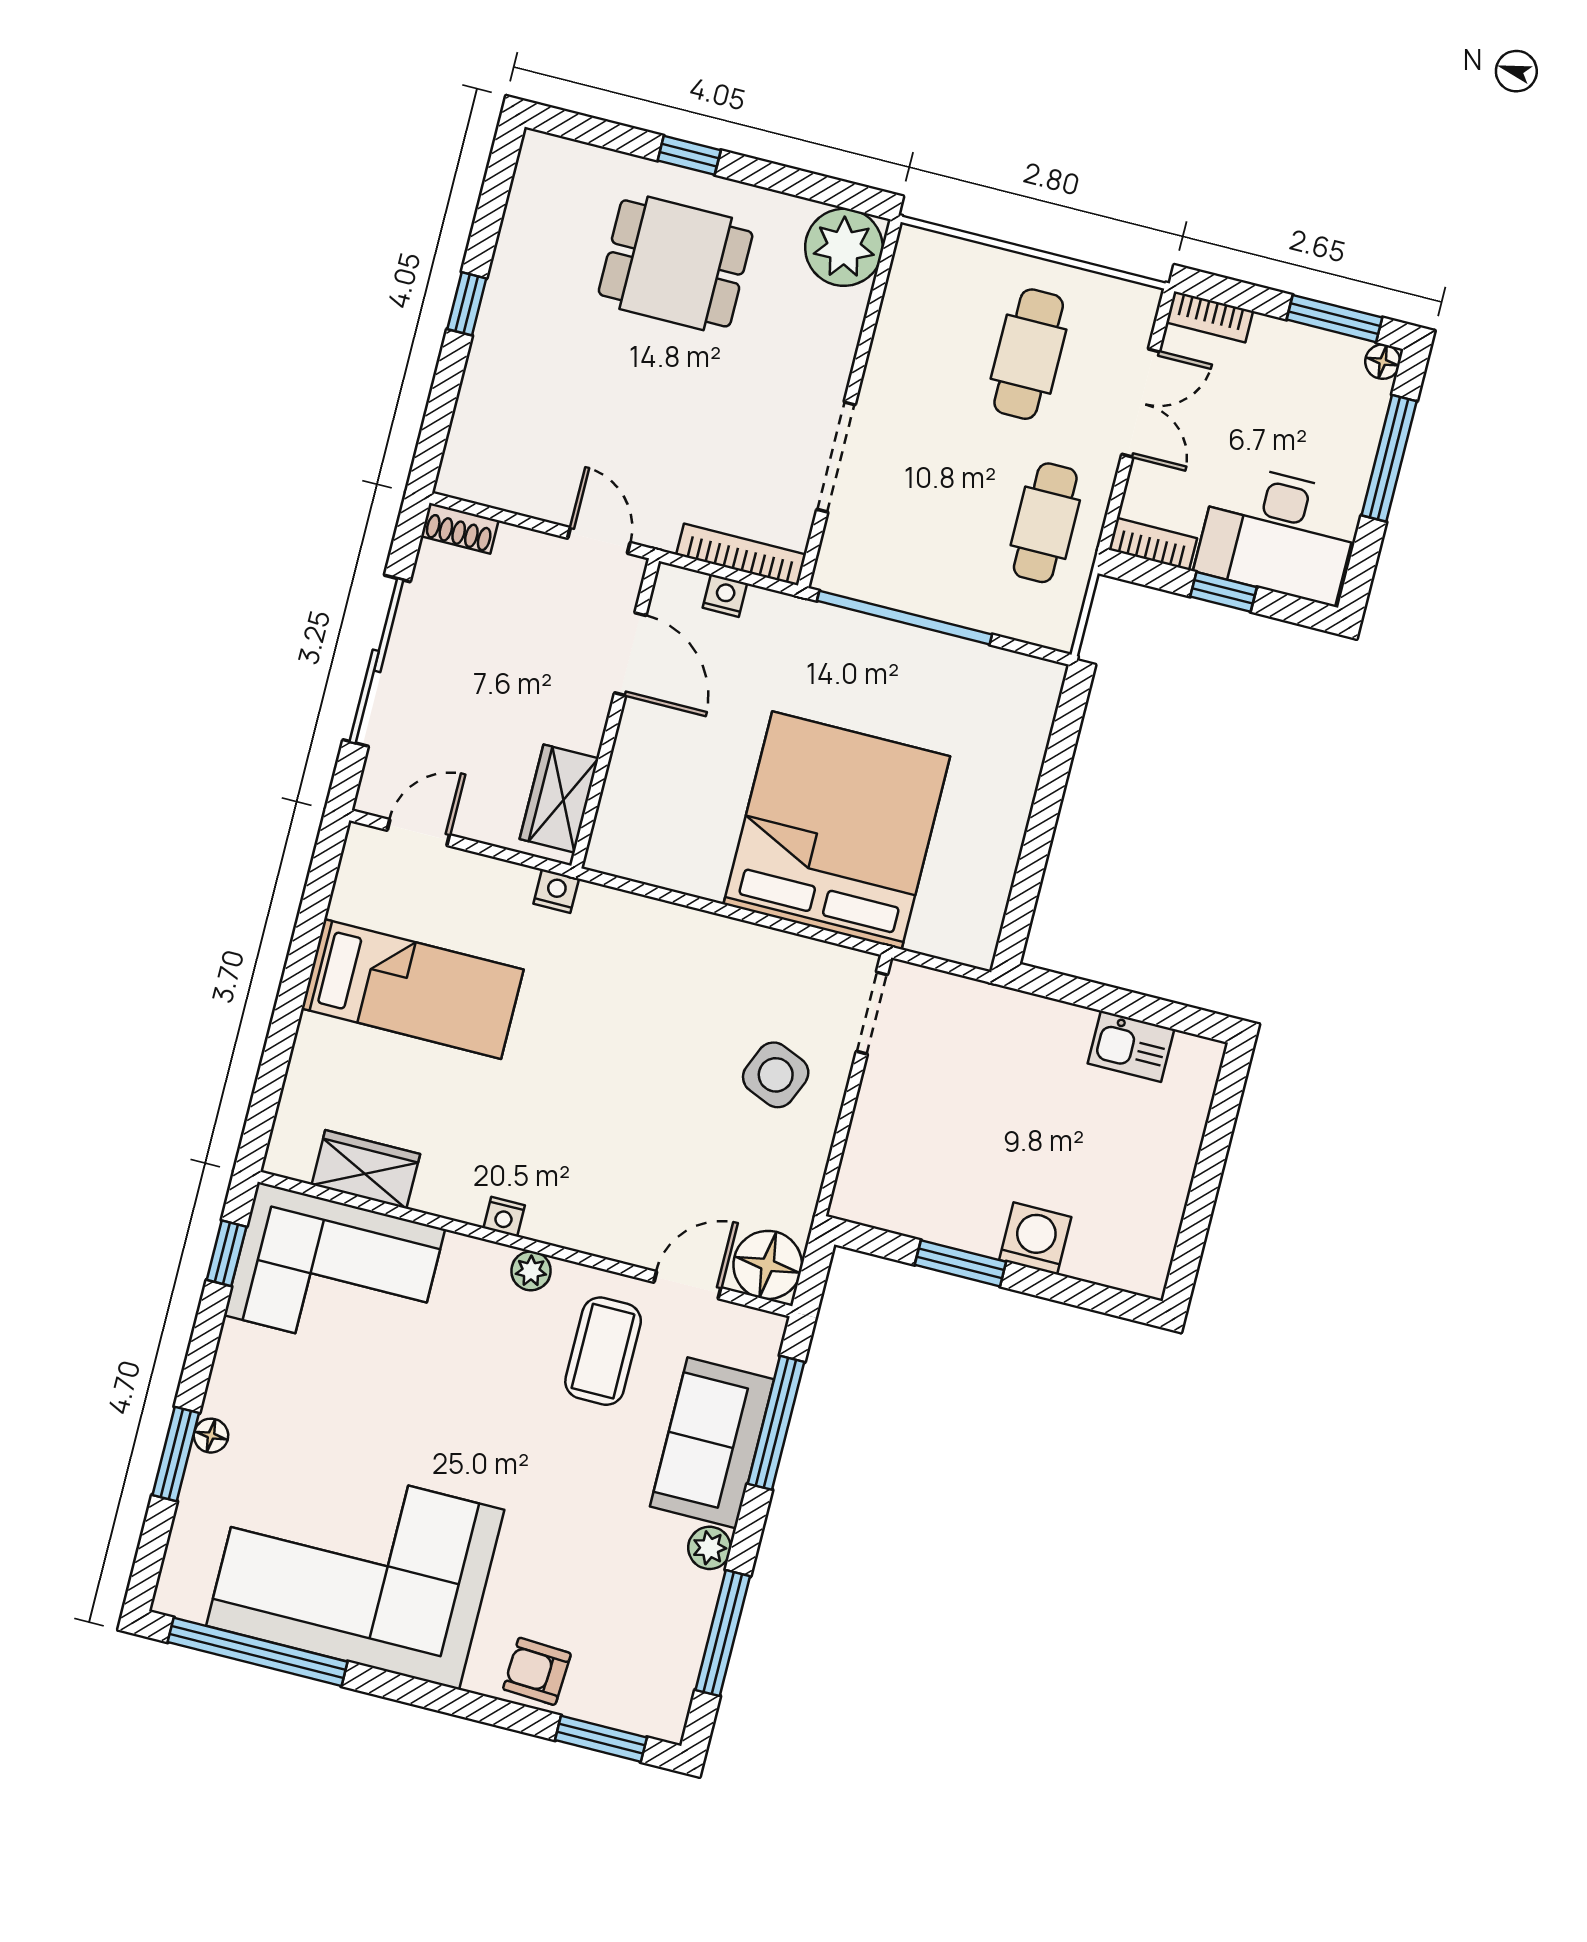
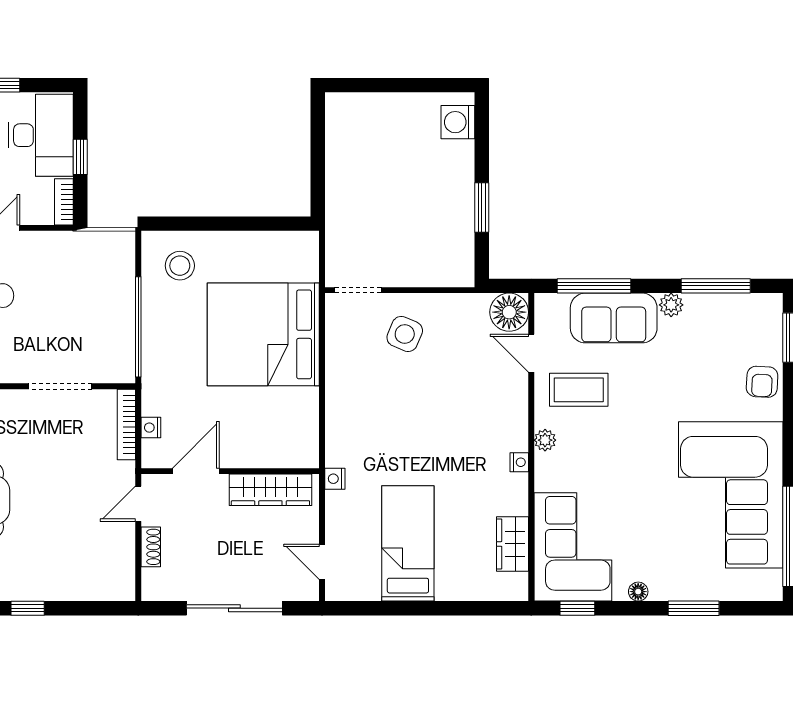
cafe table: (1045, 523) -> (67, 263), removed
shoe rack: (460, 528) -> (151, 547), moved
stool: (992, 716) -> (180, 266), added
wardrobe: (559, 799) -> (270, 490), width x1.50
kitchen sink: (1131, 1046) -> (340, 145), removed
washing machine: (1035, 1238) -> (458, 122), moved
floor lamp: (211, 1436) -> (638, 592), moved

